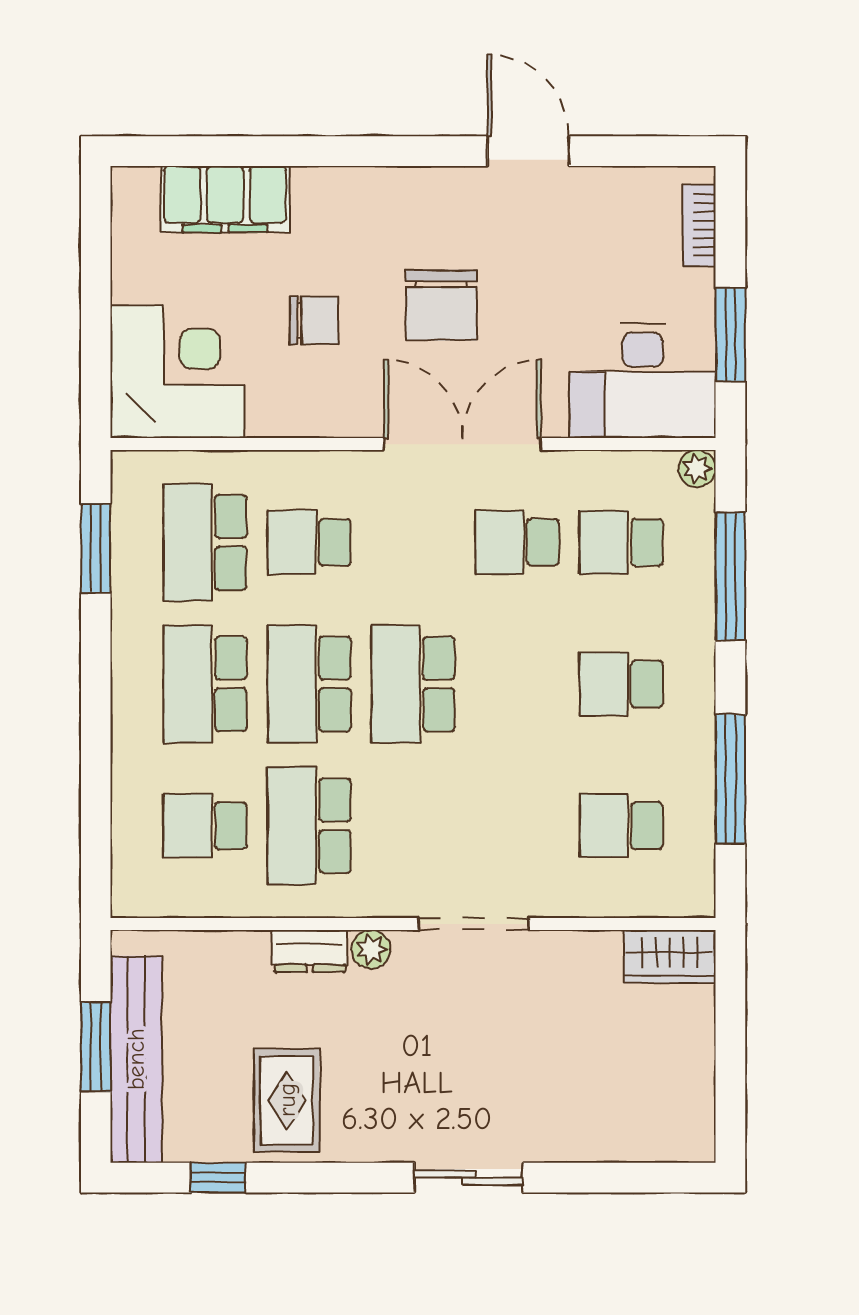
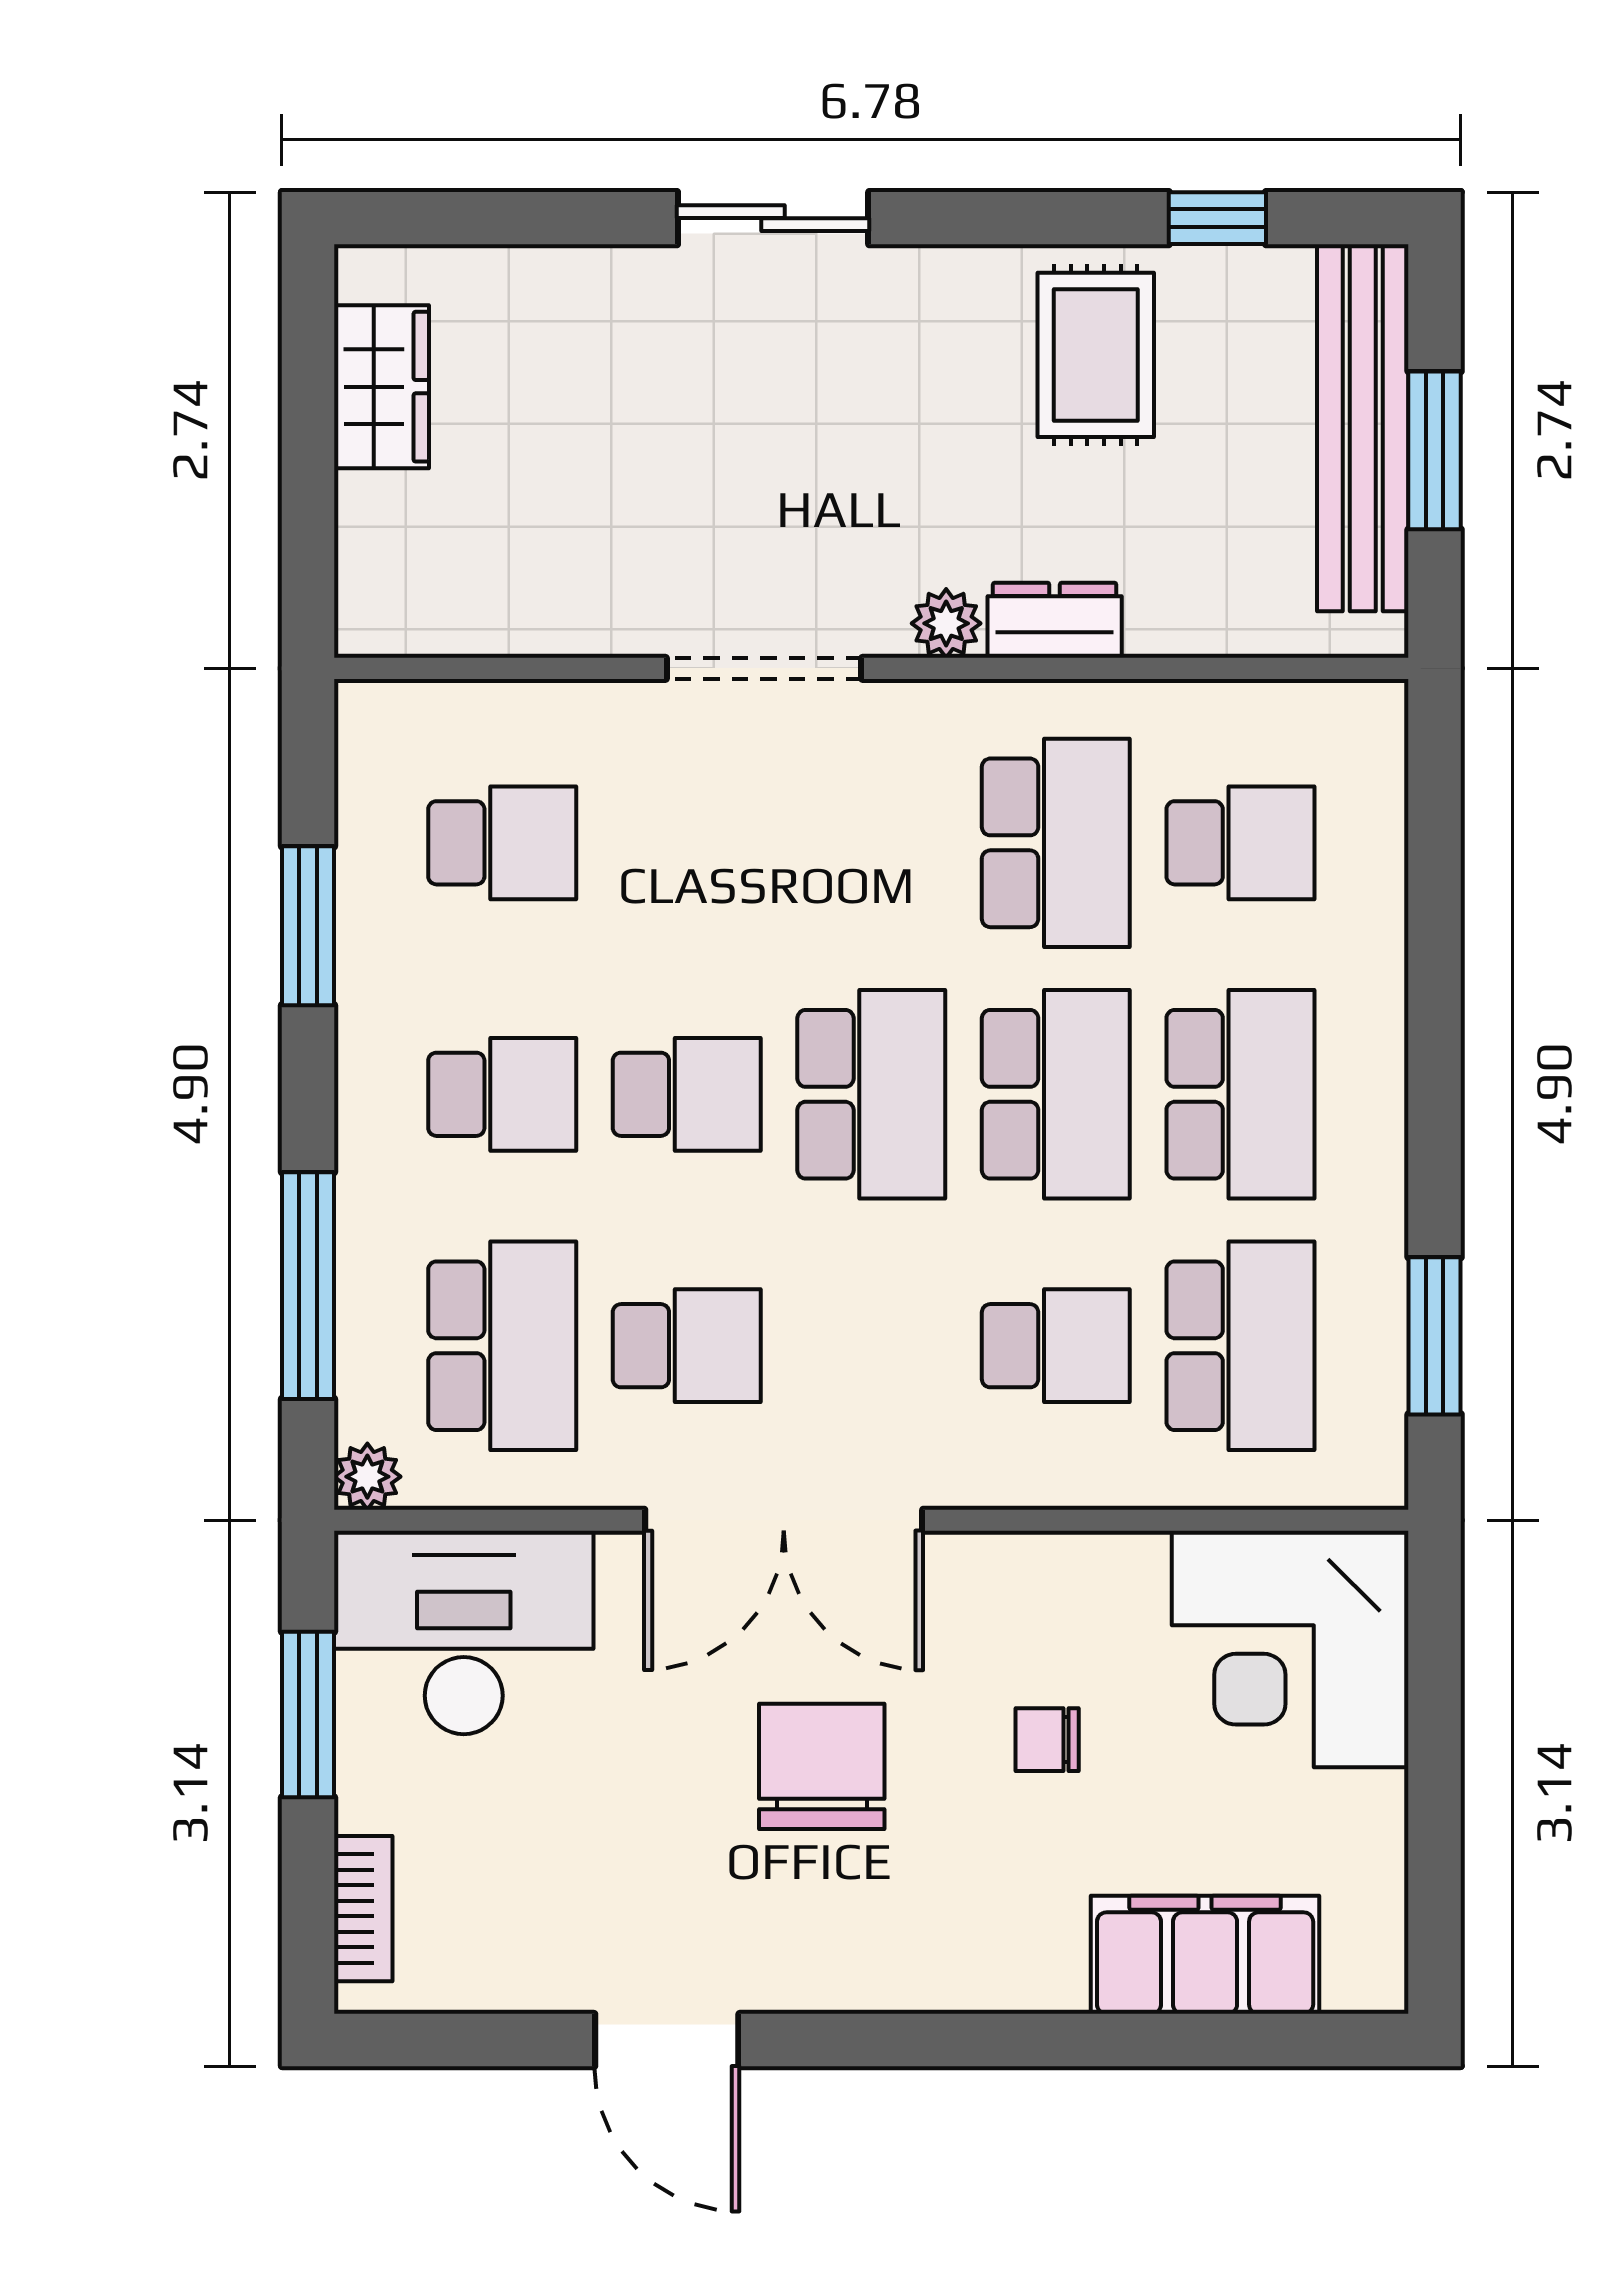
chair: (314, 320) -> (1047, 1740), width x0.73, depth x0.73
school desk: (621, 542) -> (502, 1346), width x1.85
school desk: (517, 684) -> (687, 1094), added
window: (730, 779) -> (308, 926), width x0.69
wardrobe: (670, 956) -> (381, 387), moved, turned 90

